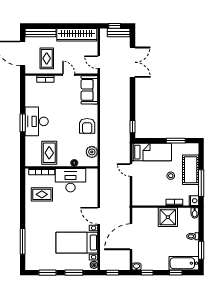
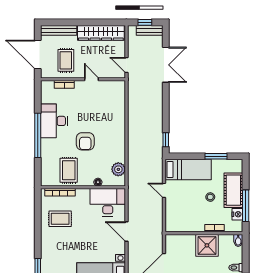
sofa: (89, 90) -> (116, 97), removed
desk: (37, 121) -> (54, 121), moved
window: (23, 123) -> (38, 135), width x2.11
armchair: (87, 126) -> (85, 141), moved
desk: (71, 180) -> (108, 202), moved
nightstand: (194, 201) -> (237, 214), moved
door: (99, 216) -> (126, 232), moved

